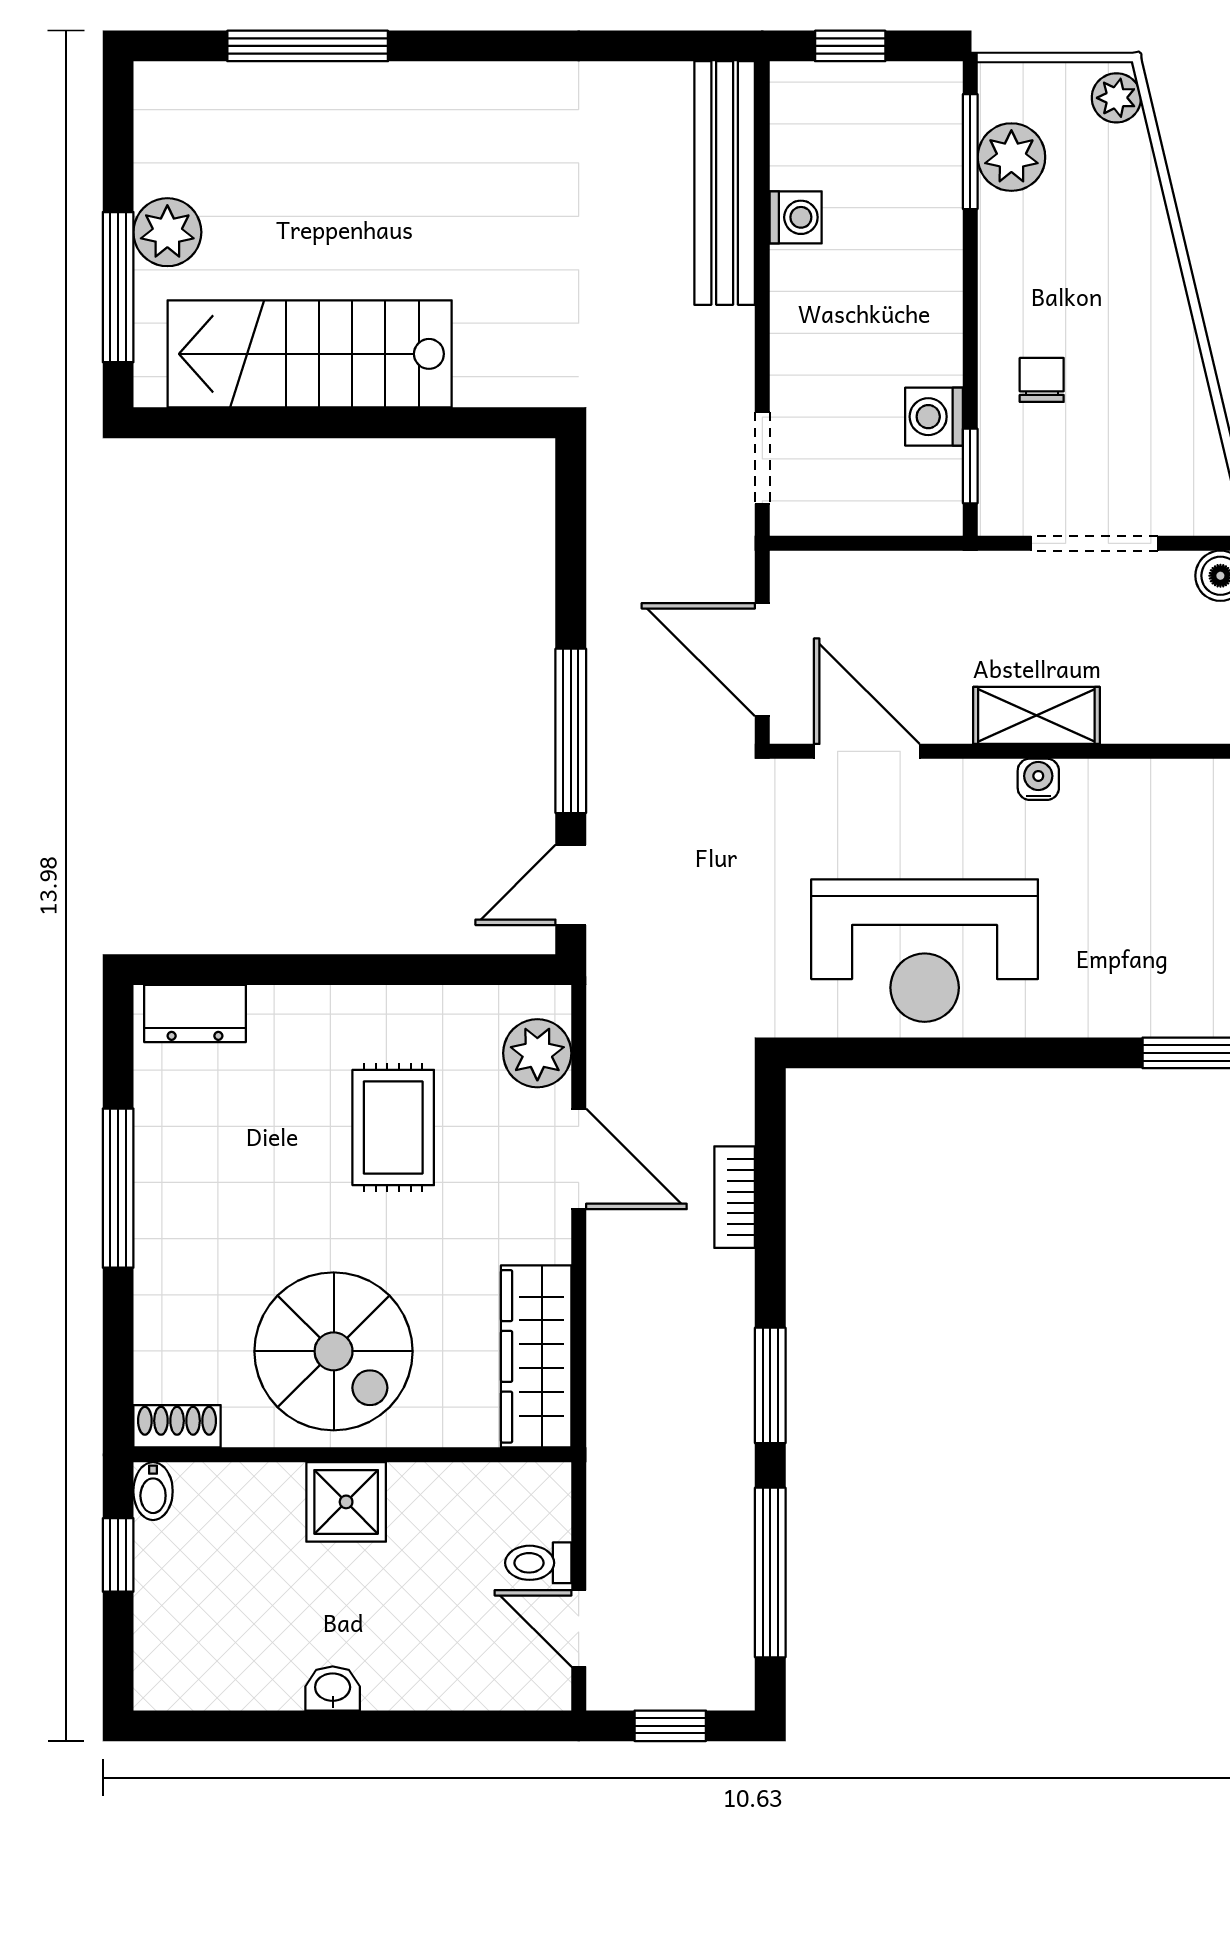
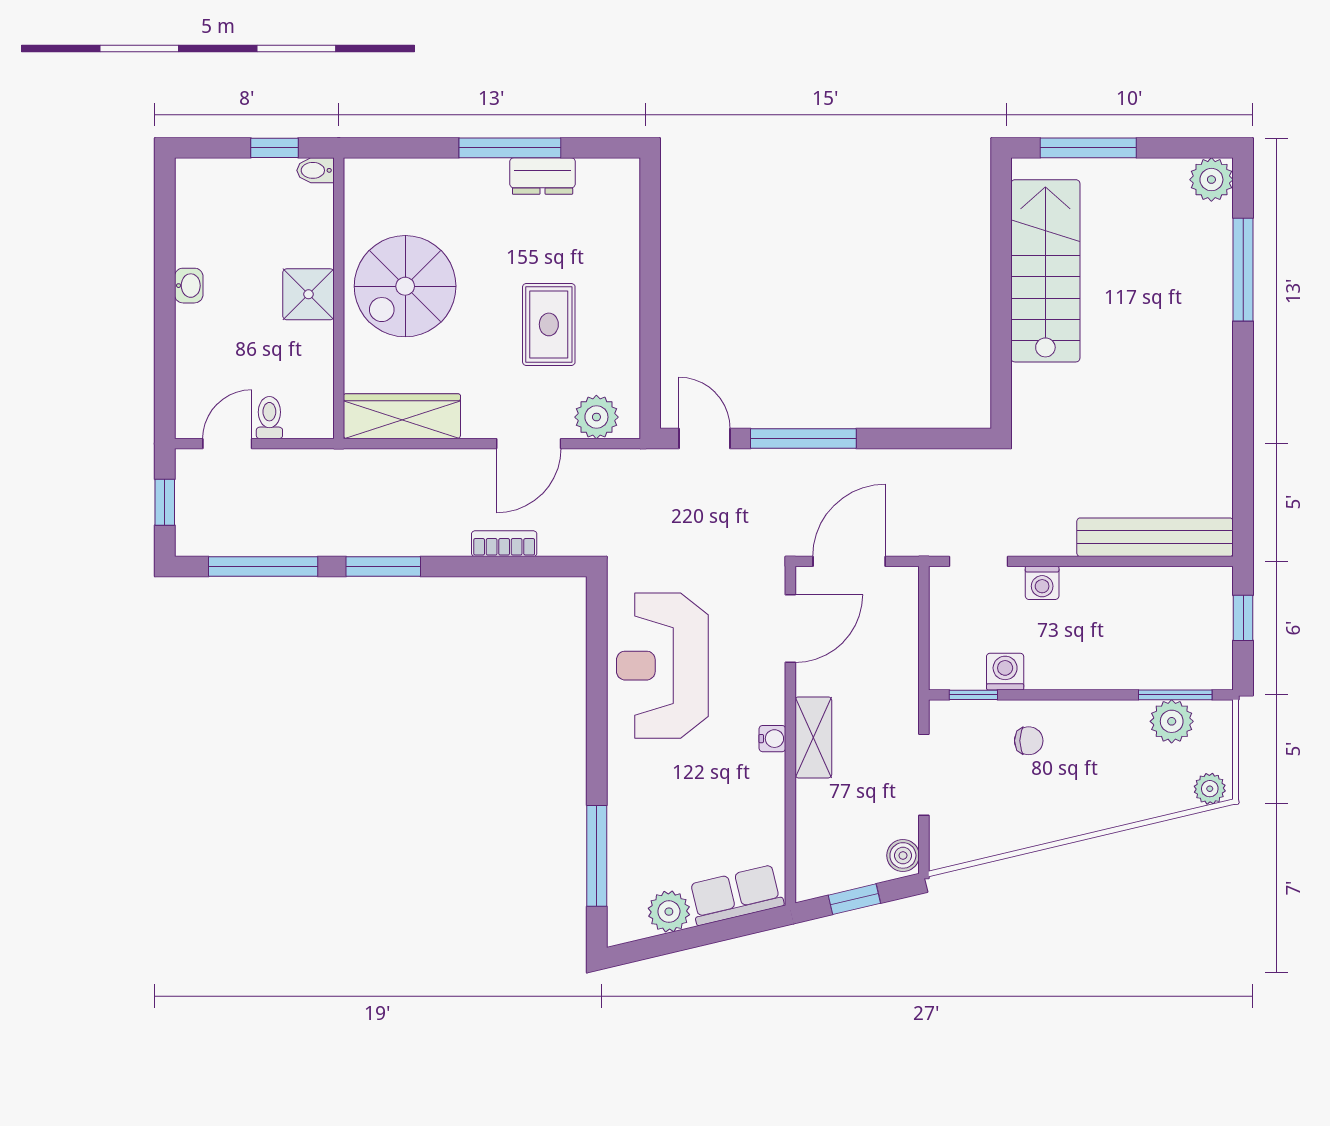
washing machine: (796, 217) -> (1042, 583), moved
plant: (167, 232) -> (1211, 180), moved
dresser: (195, 1014) -> (543, 176), moved, turned -90
rug: (393, 1127) -> (549, 324), turned 90
shoe rack: (177, 1426) -> (357, 186), removed

